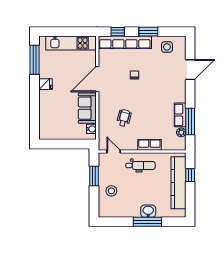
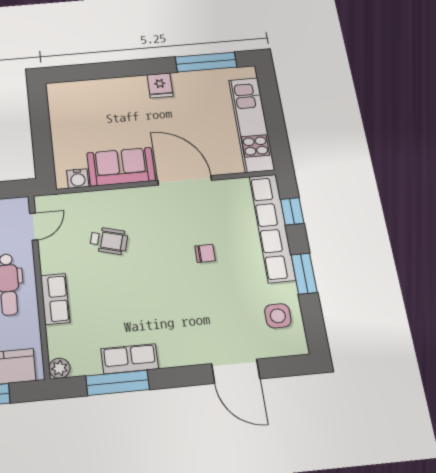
plant: (181, 132) -> (59, 368), moved

